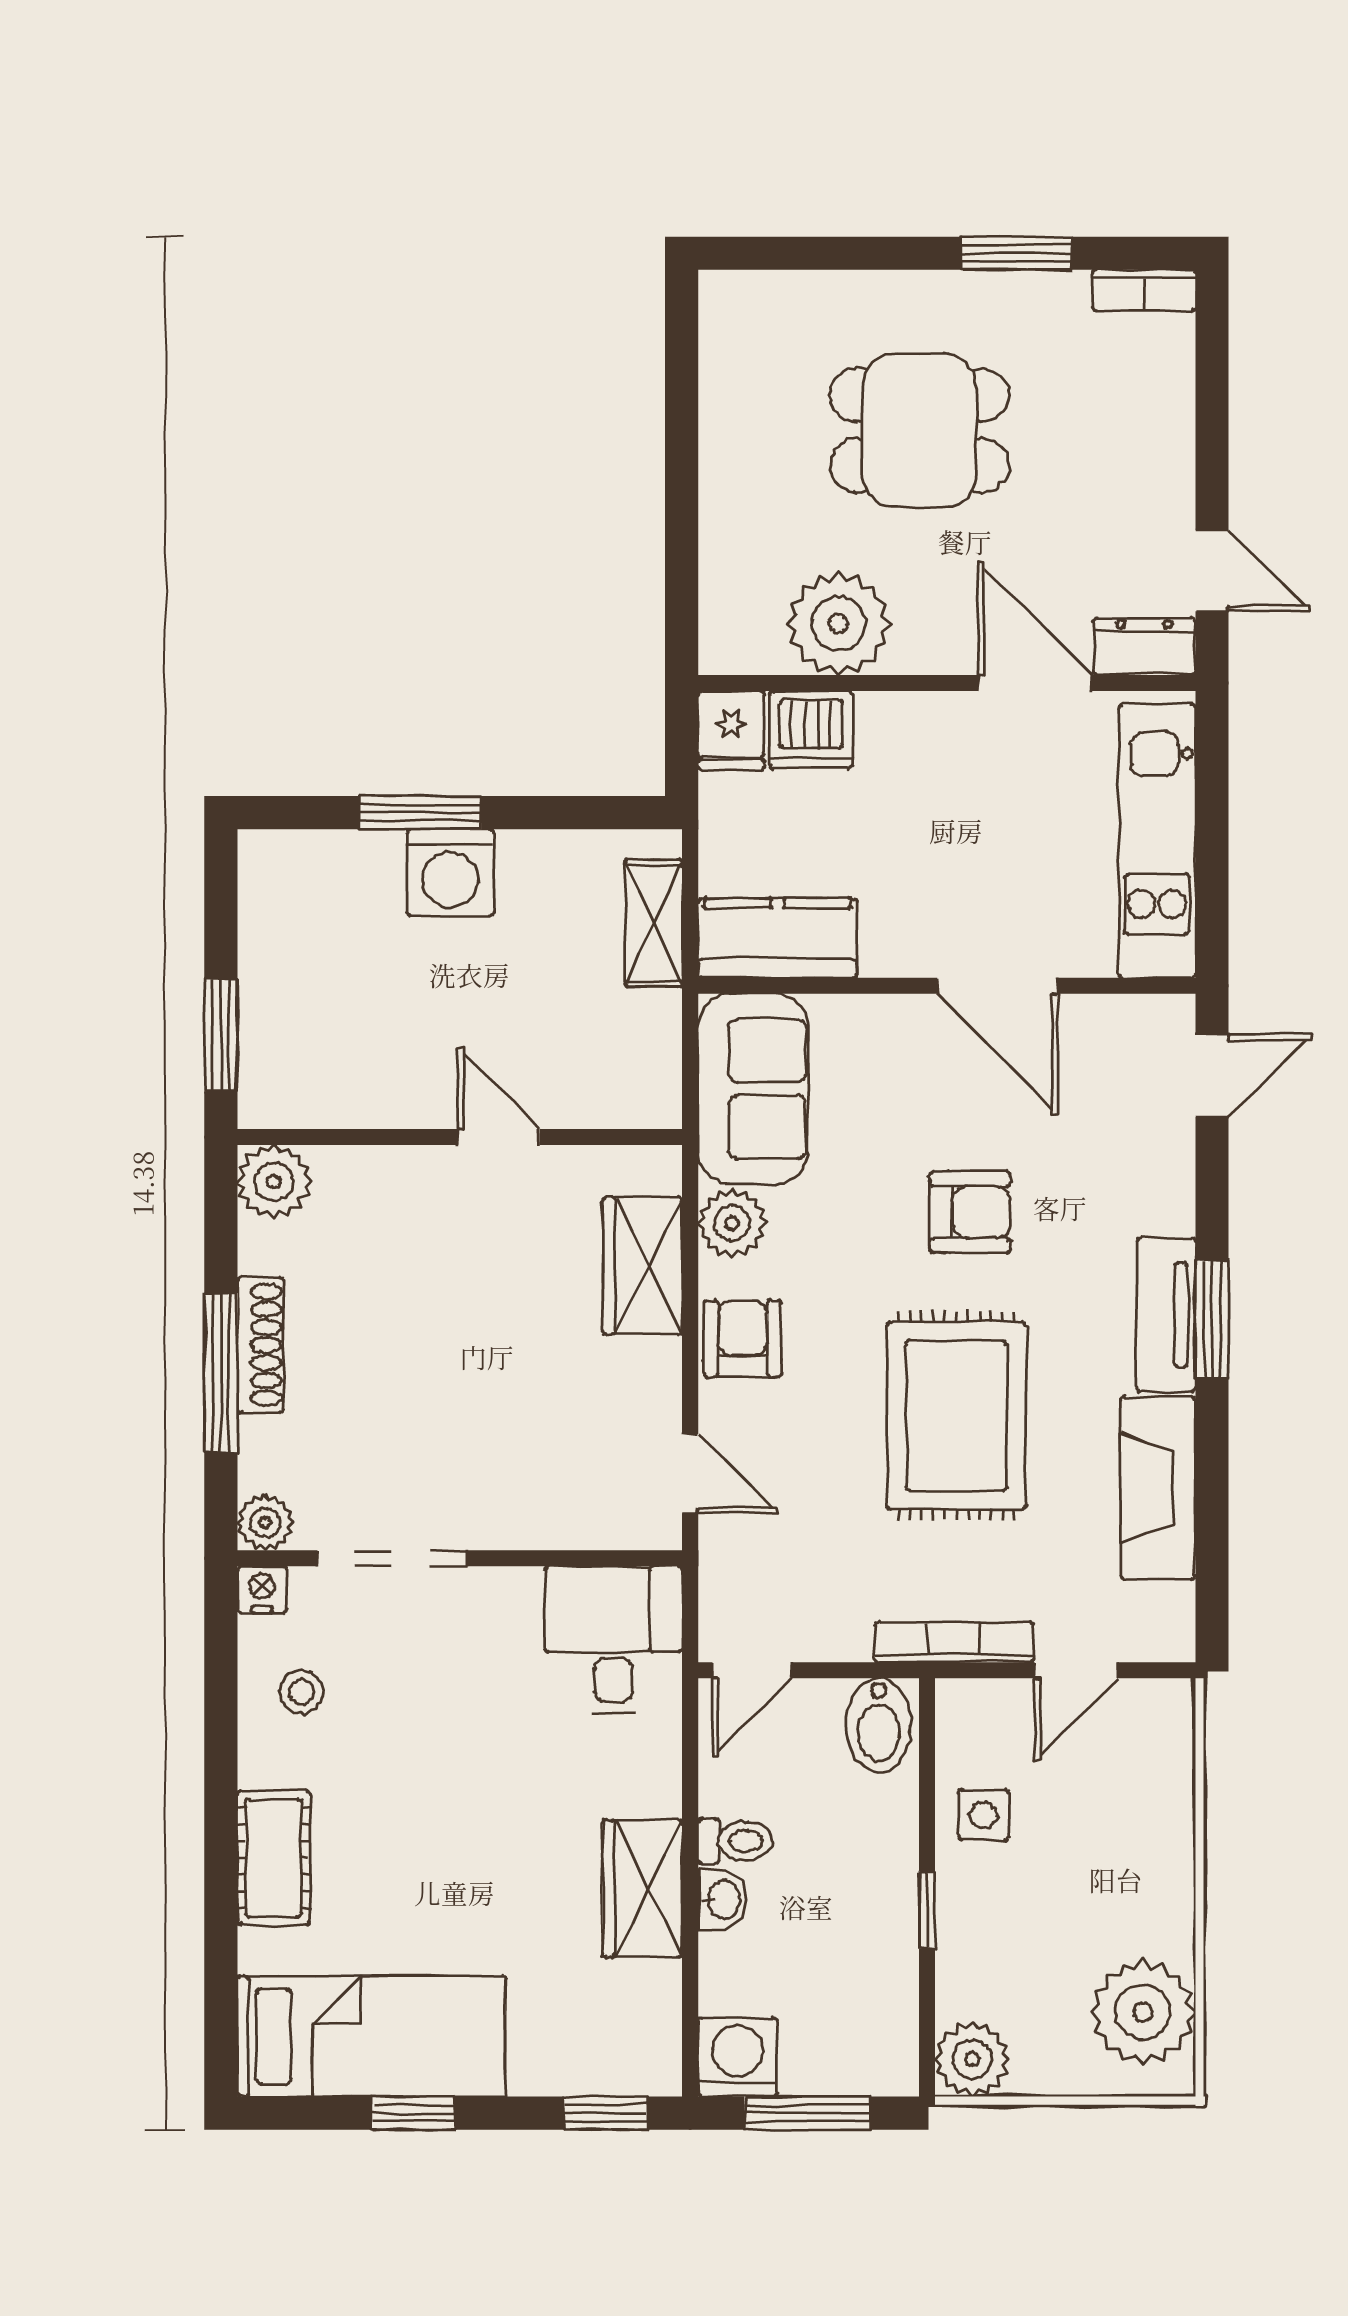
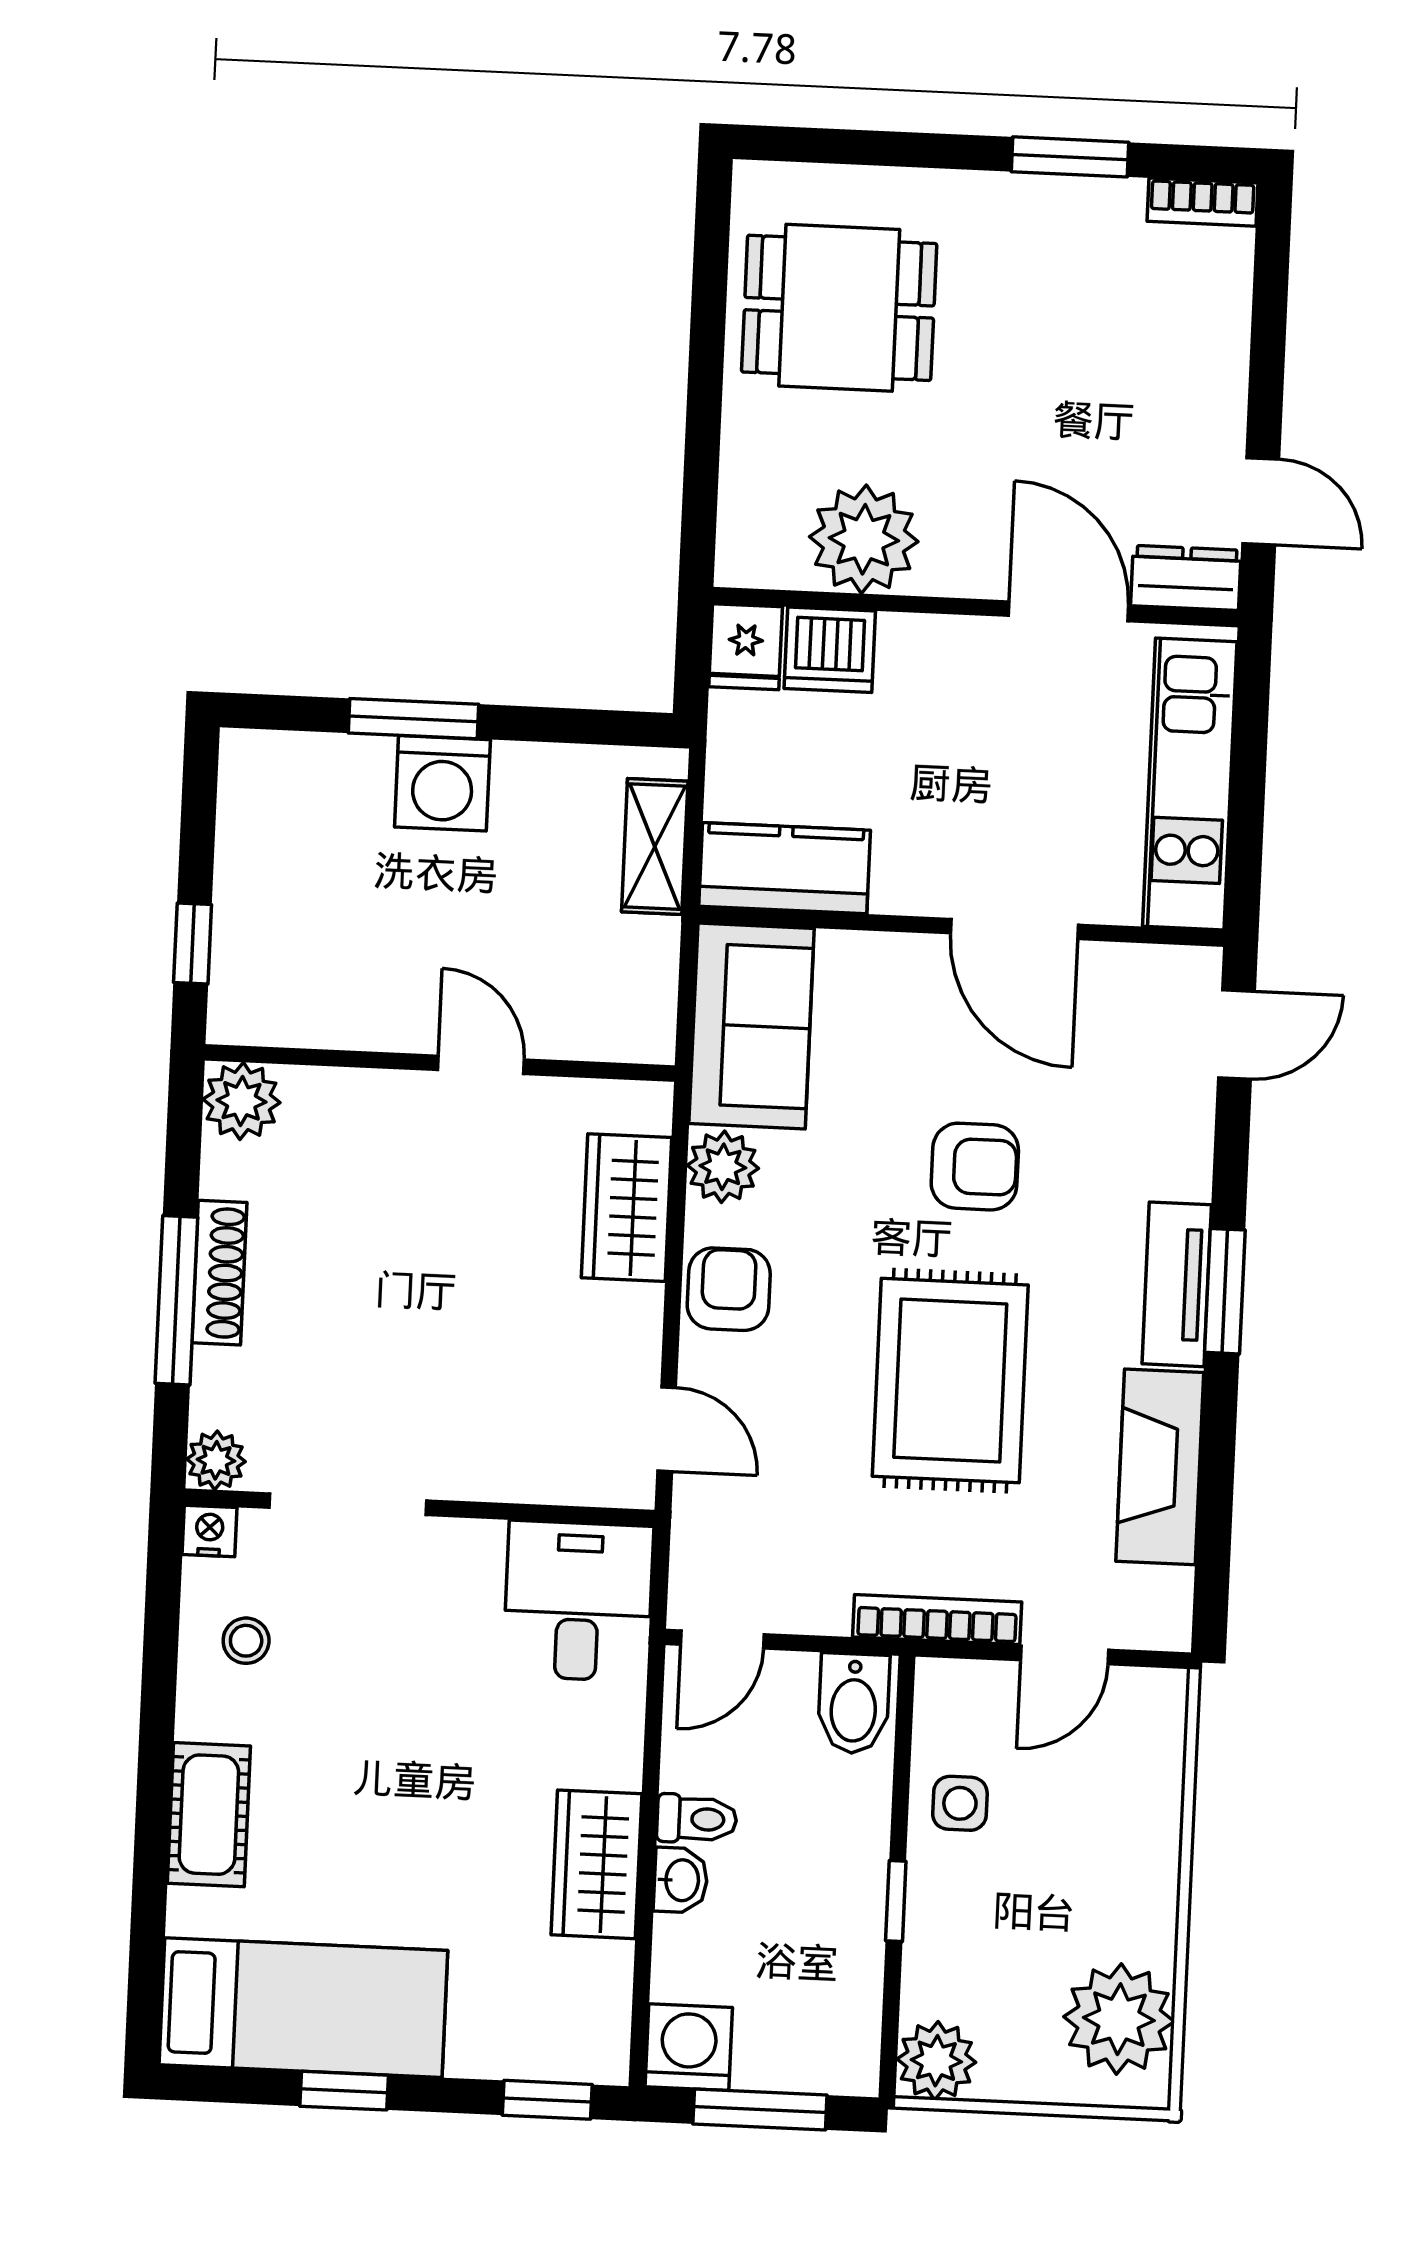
dining table: (919, 430) -> (839, 308), moved
window: (221, 1035) -> (193, 944), width x0.67

